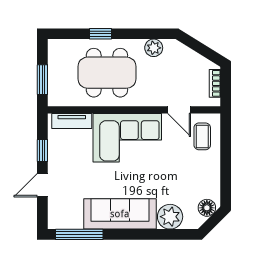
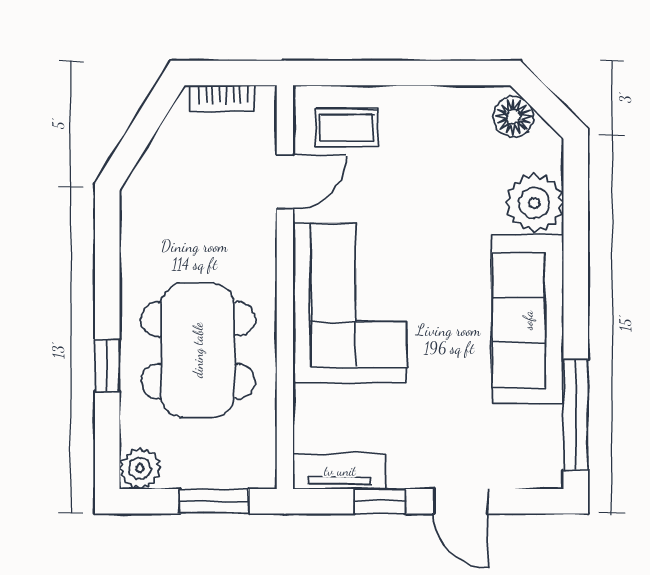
plant: (154, 48) -> (140, 468), moved
tv unit: (72, 121) -> (340, 471), moved, turned -90

